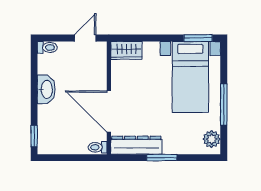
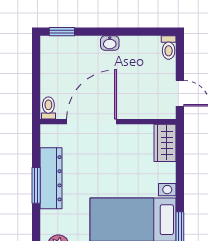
washbasin: (46, 89) -> (110, 43), width x0.52, depth x0.69
dresser: (136, 145) -> (51, 178), moved

